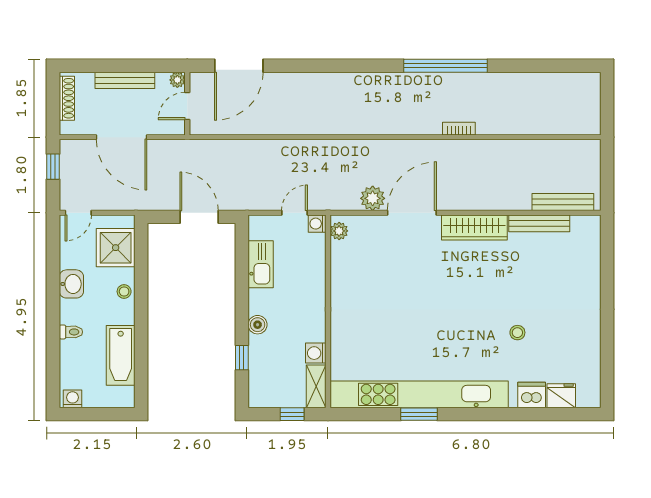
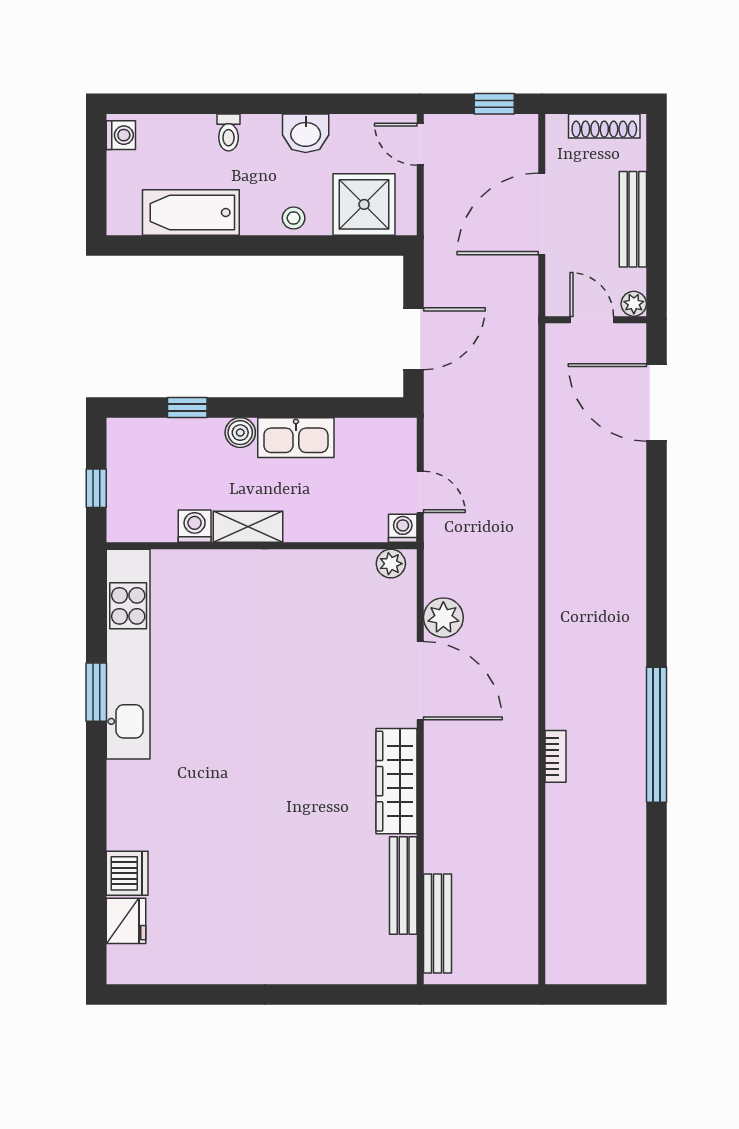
kitchen sink: (261, 264) -> (296, 438), moved
stool: (517, 333) -> (227, 850), removed
shelving: (316, 386) -> (248, 527), moved
kitchen unit: (419, 394) -> (128, 654), width x0.73

